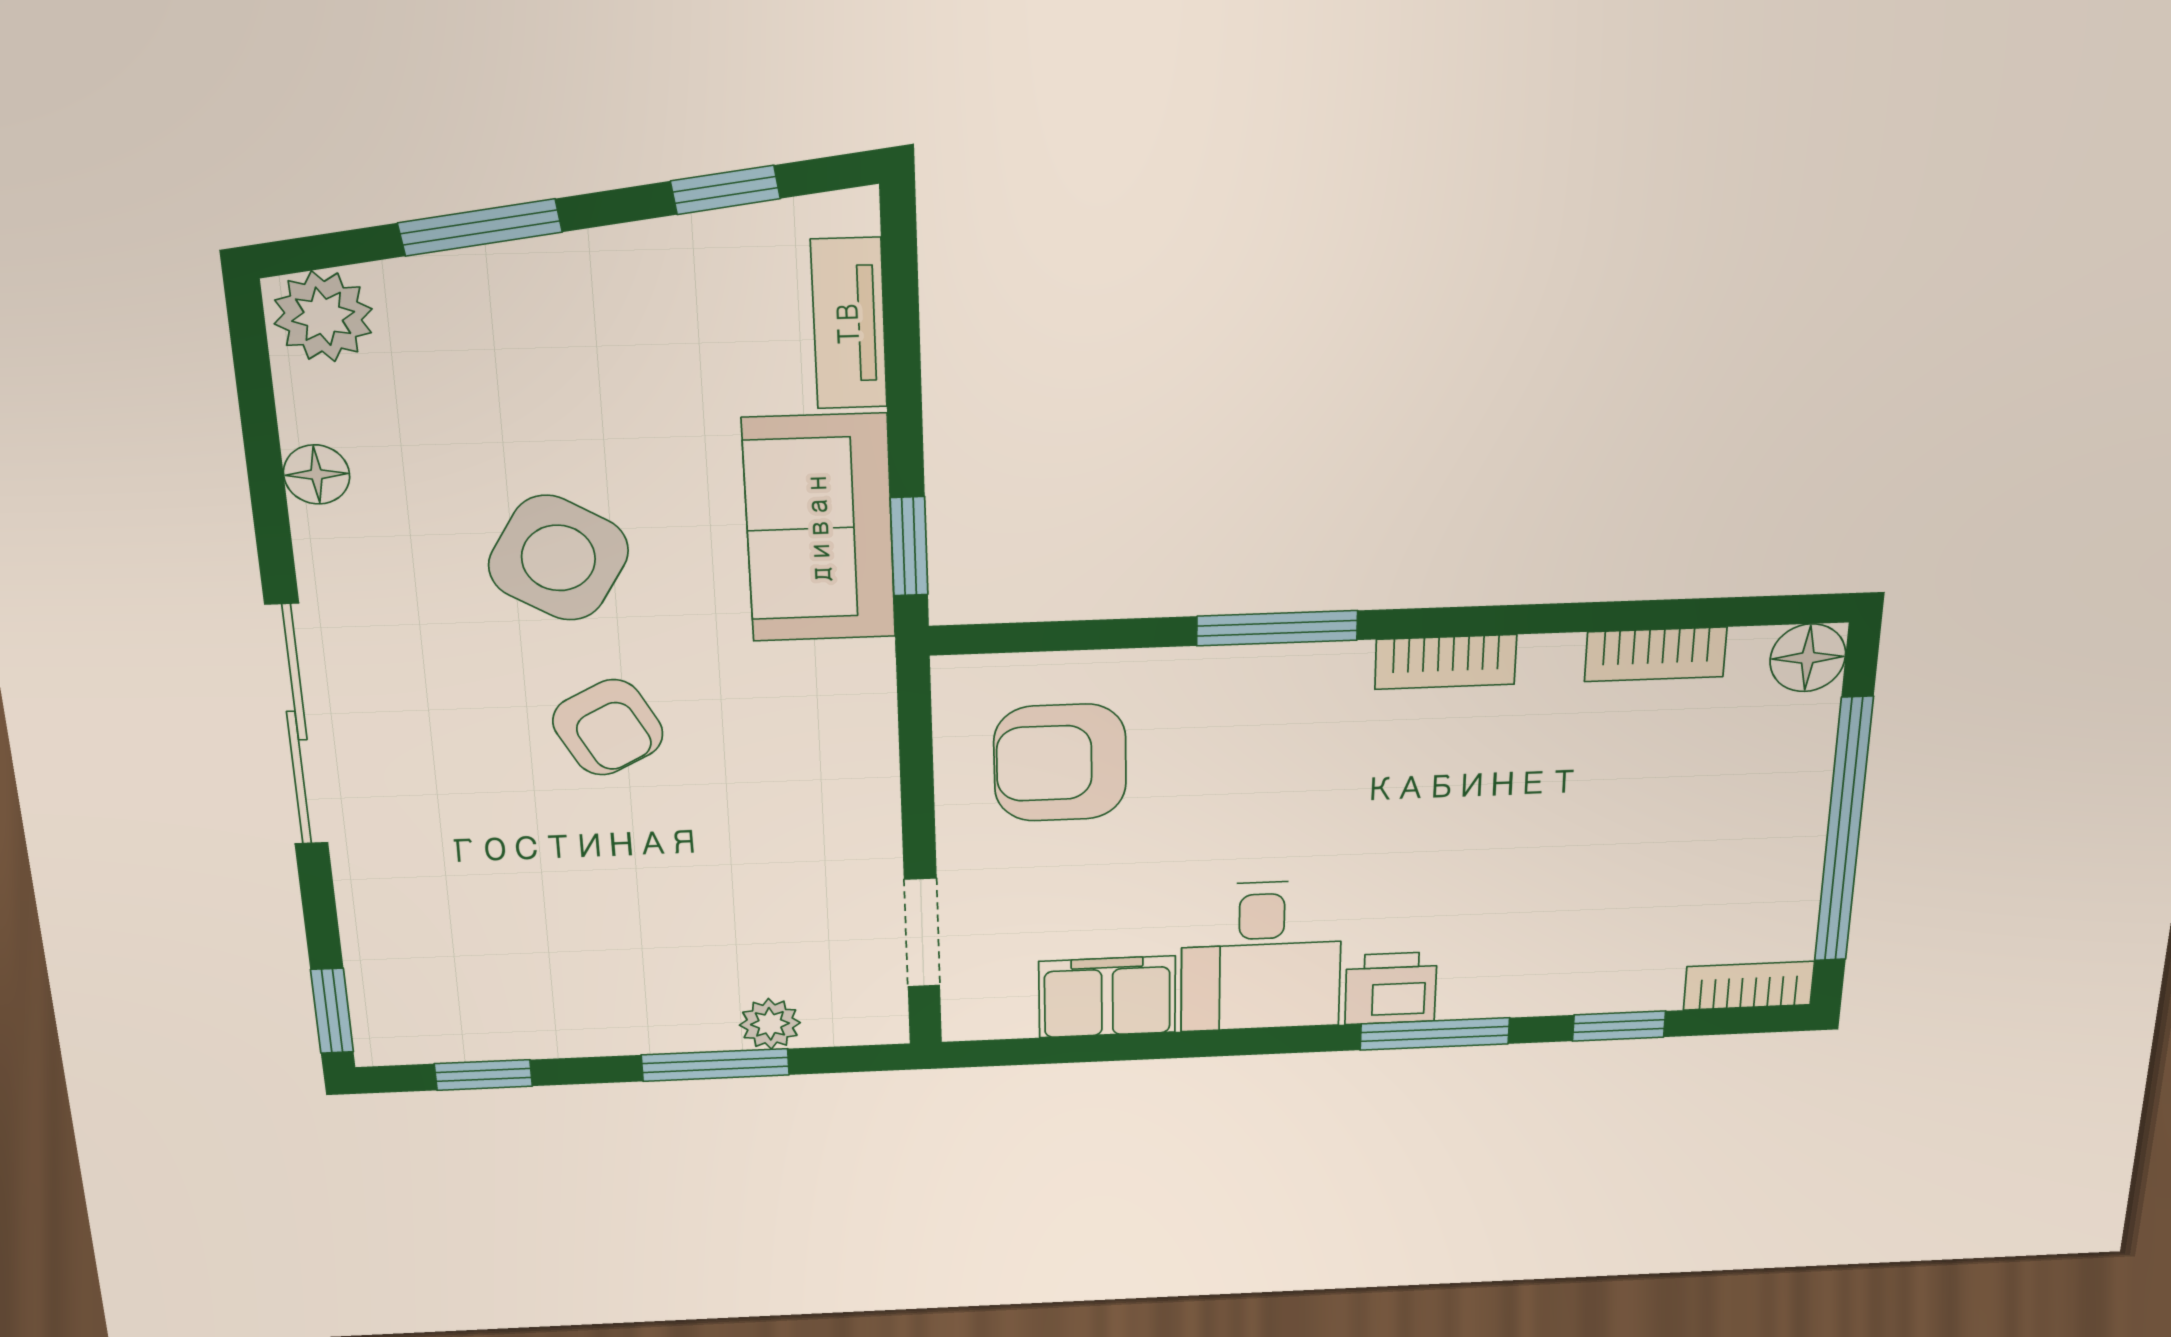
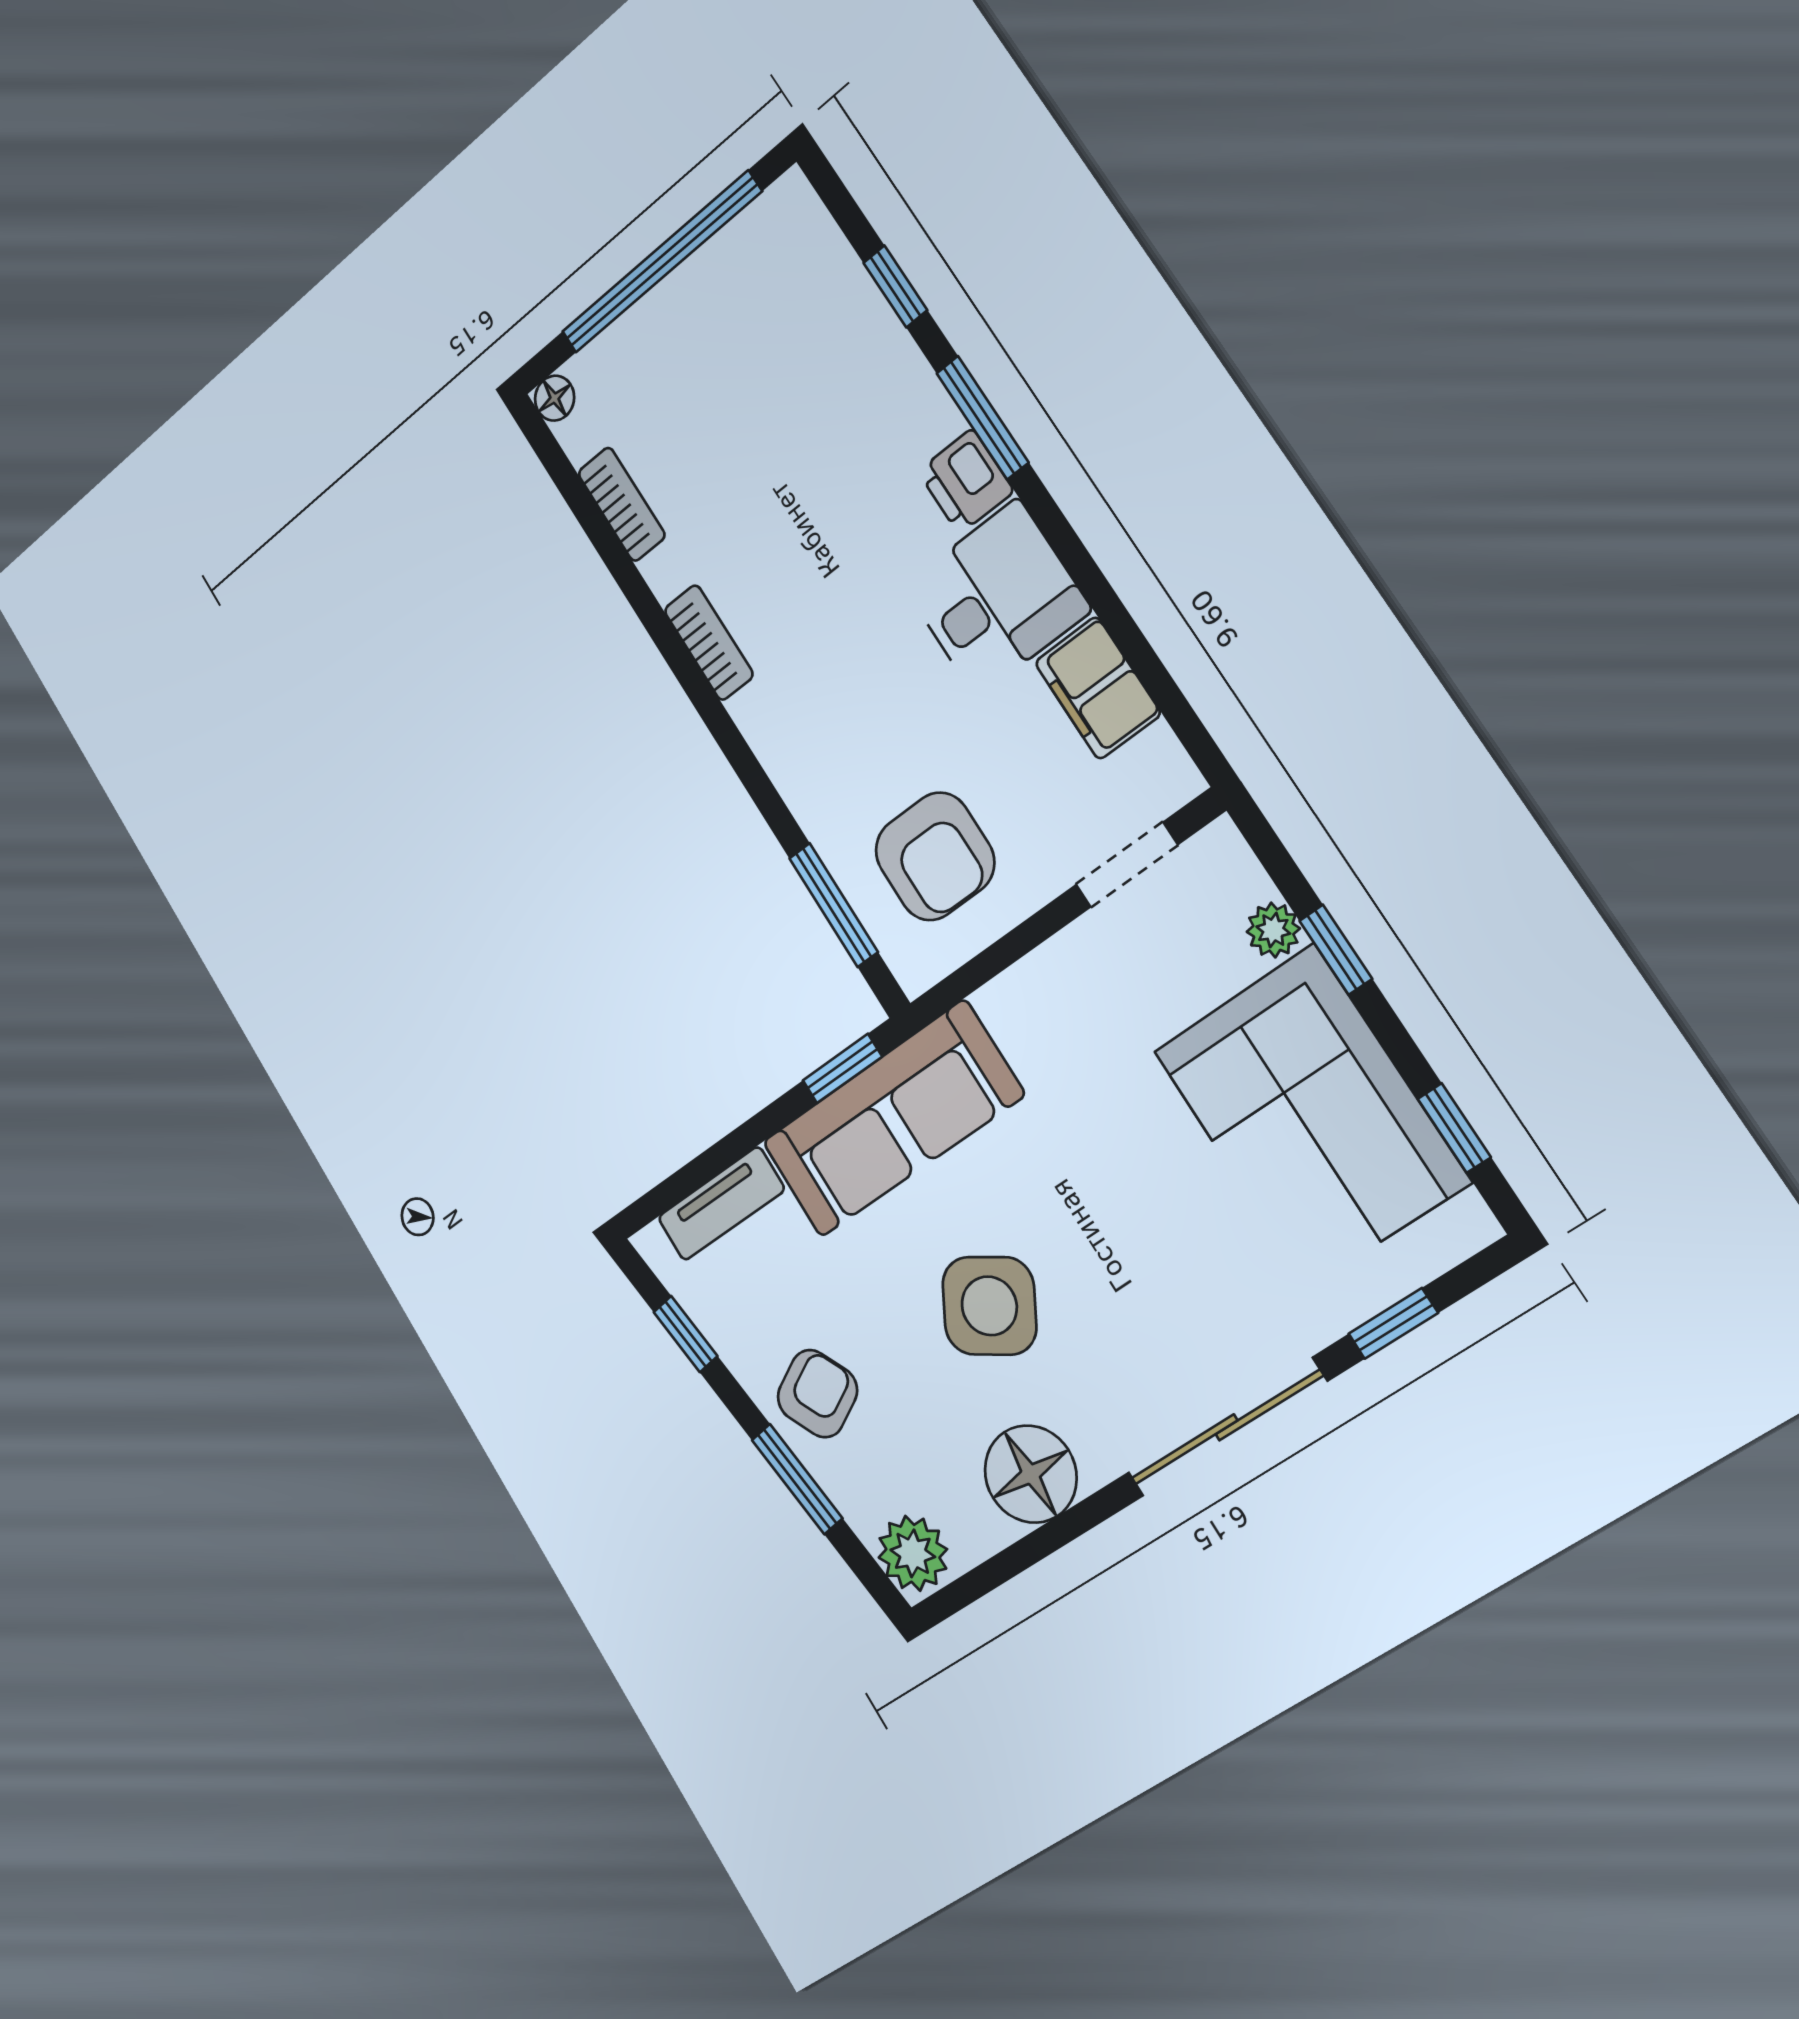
floor lamp: (317, 474) -> (1031, 1474), width x1.89, depth x1.89
sofa: (819, 528) -> (892, 1119), width x1.36
window: (1277, 628) -> (834, 905), moved
floor lamp: (1808, 658) -> (555, 398), width x0.73, depth x0.73
armchair: (608, 727) -> (817, 1394), moved
corner sofa: (570, 964) -> (1311, 1116), added
bookcase: (1749, 986) -> (809, 220), removed
window: (332, 1011) -> (1393, 1323), moved
window: (715, 1065) -> (1336, 950), width x0.67

